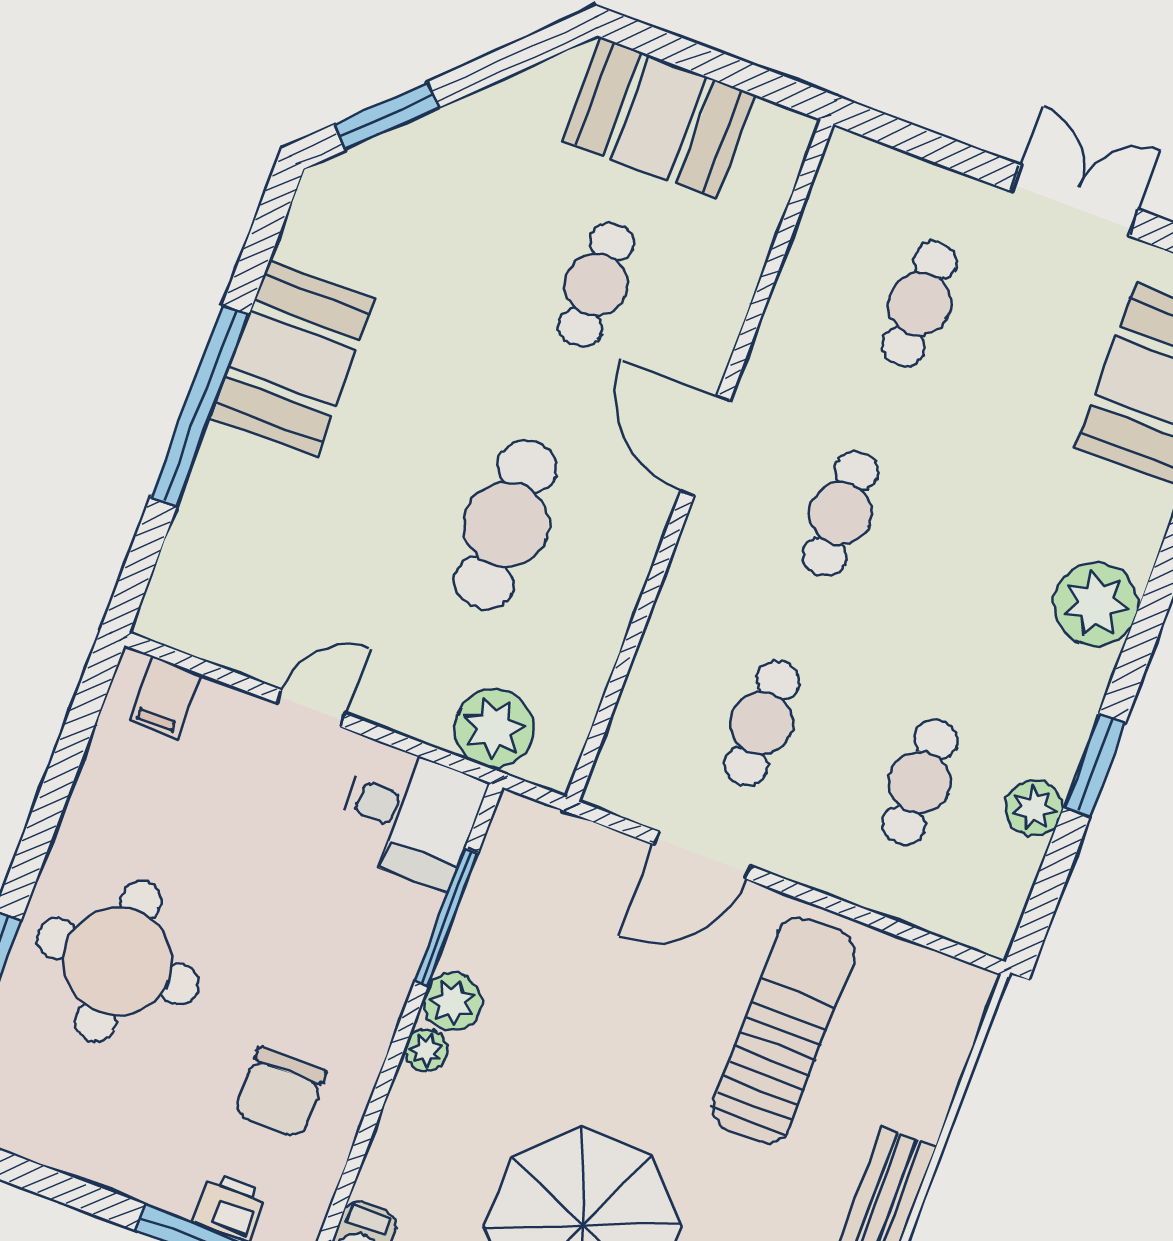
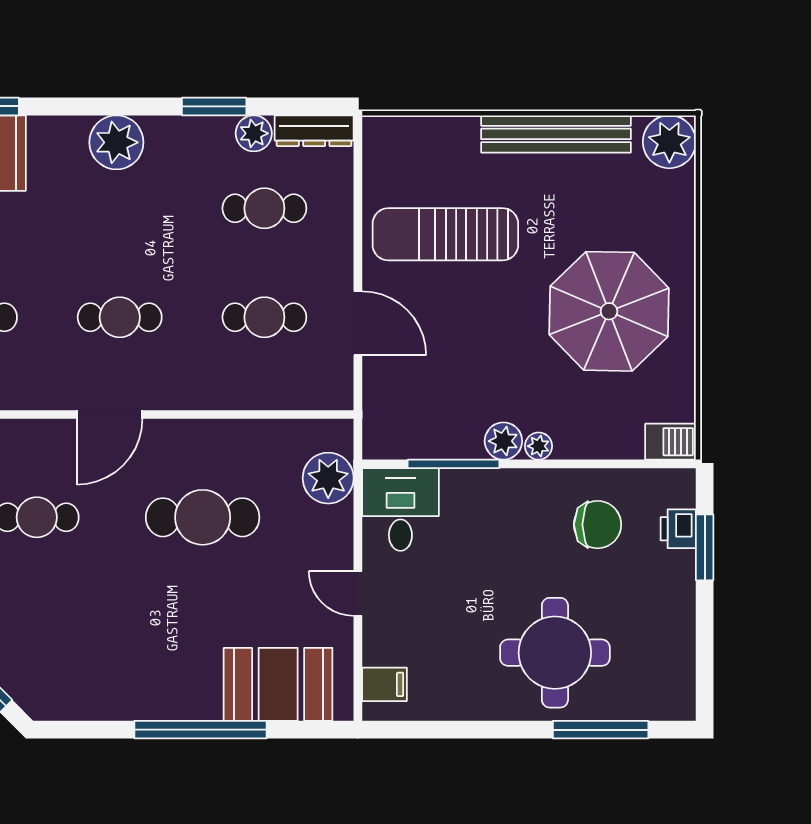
booth: (292, 358) -> (278, 684), moved
dresser: (1005, 897) -> (314, 131), added

